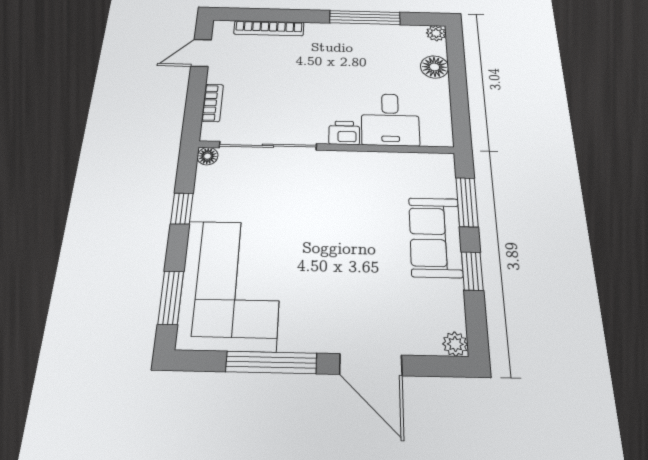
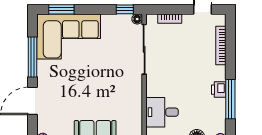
printer: (344, 133) -> (219, 90), moved, turned 180
window: (182, 208) -> (125, 9), moved

